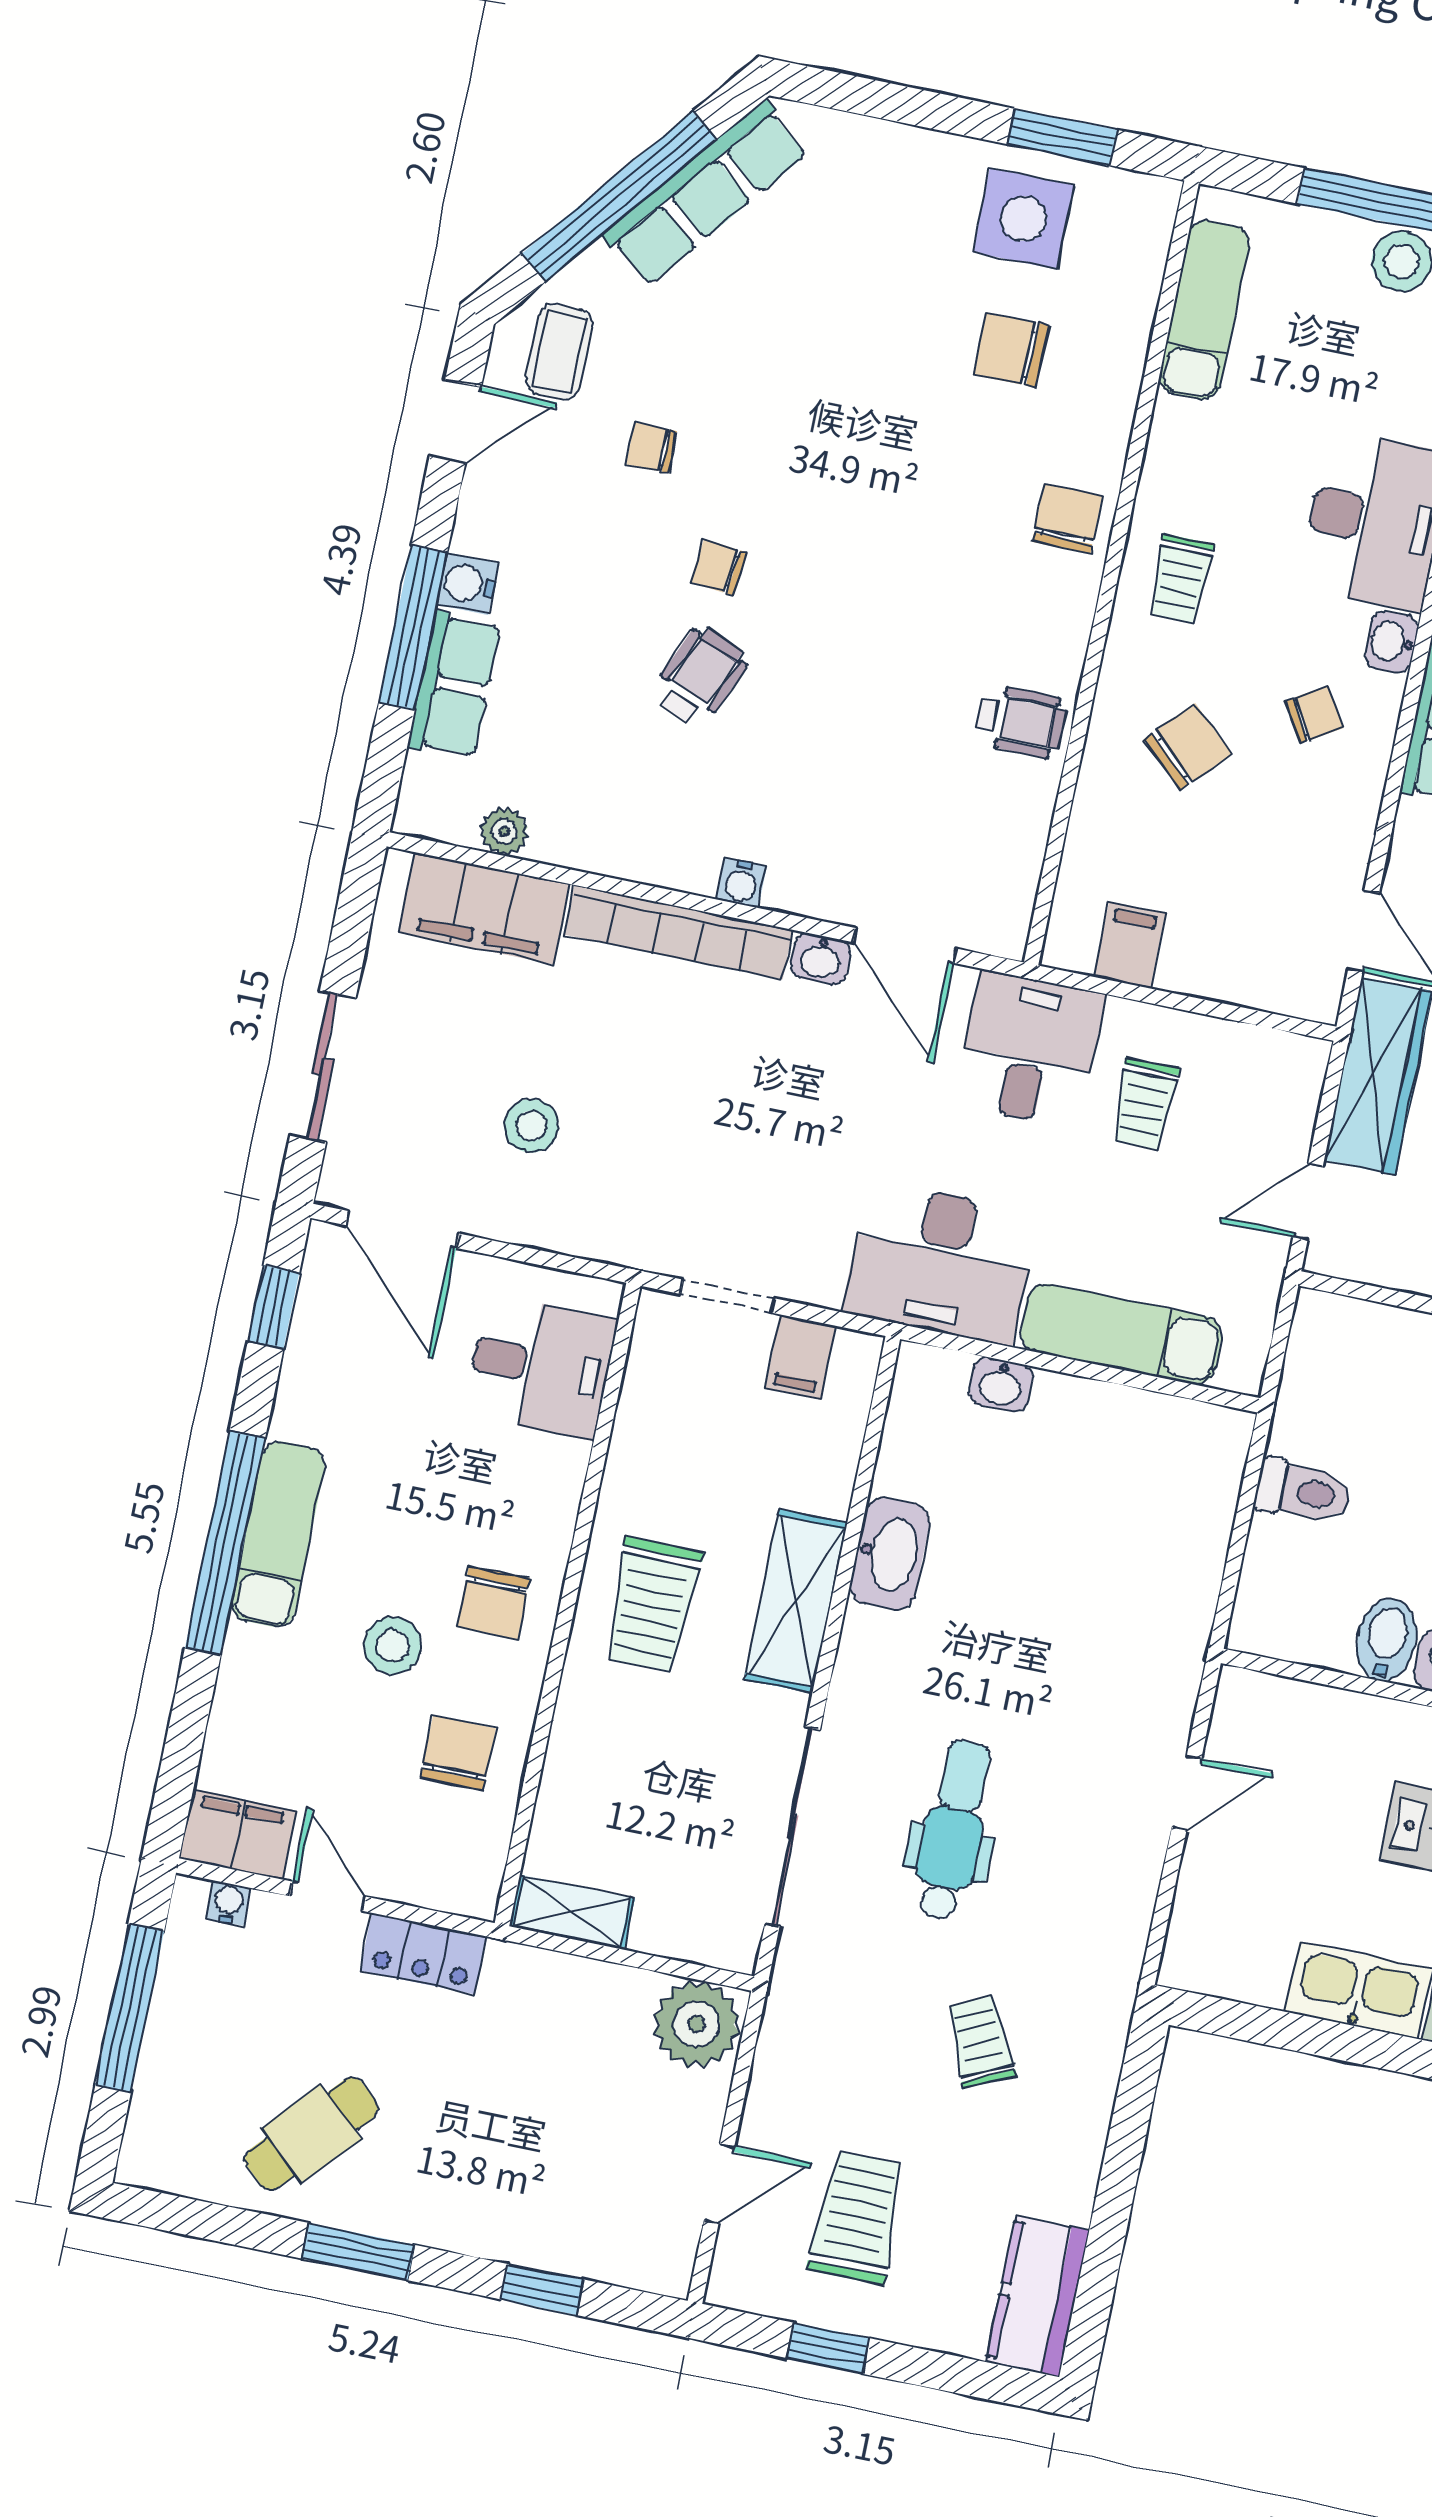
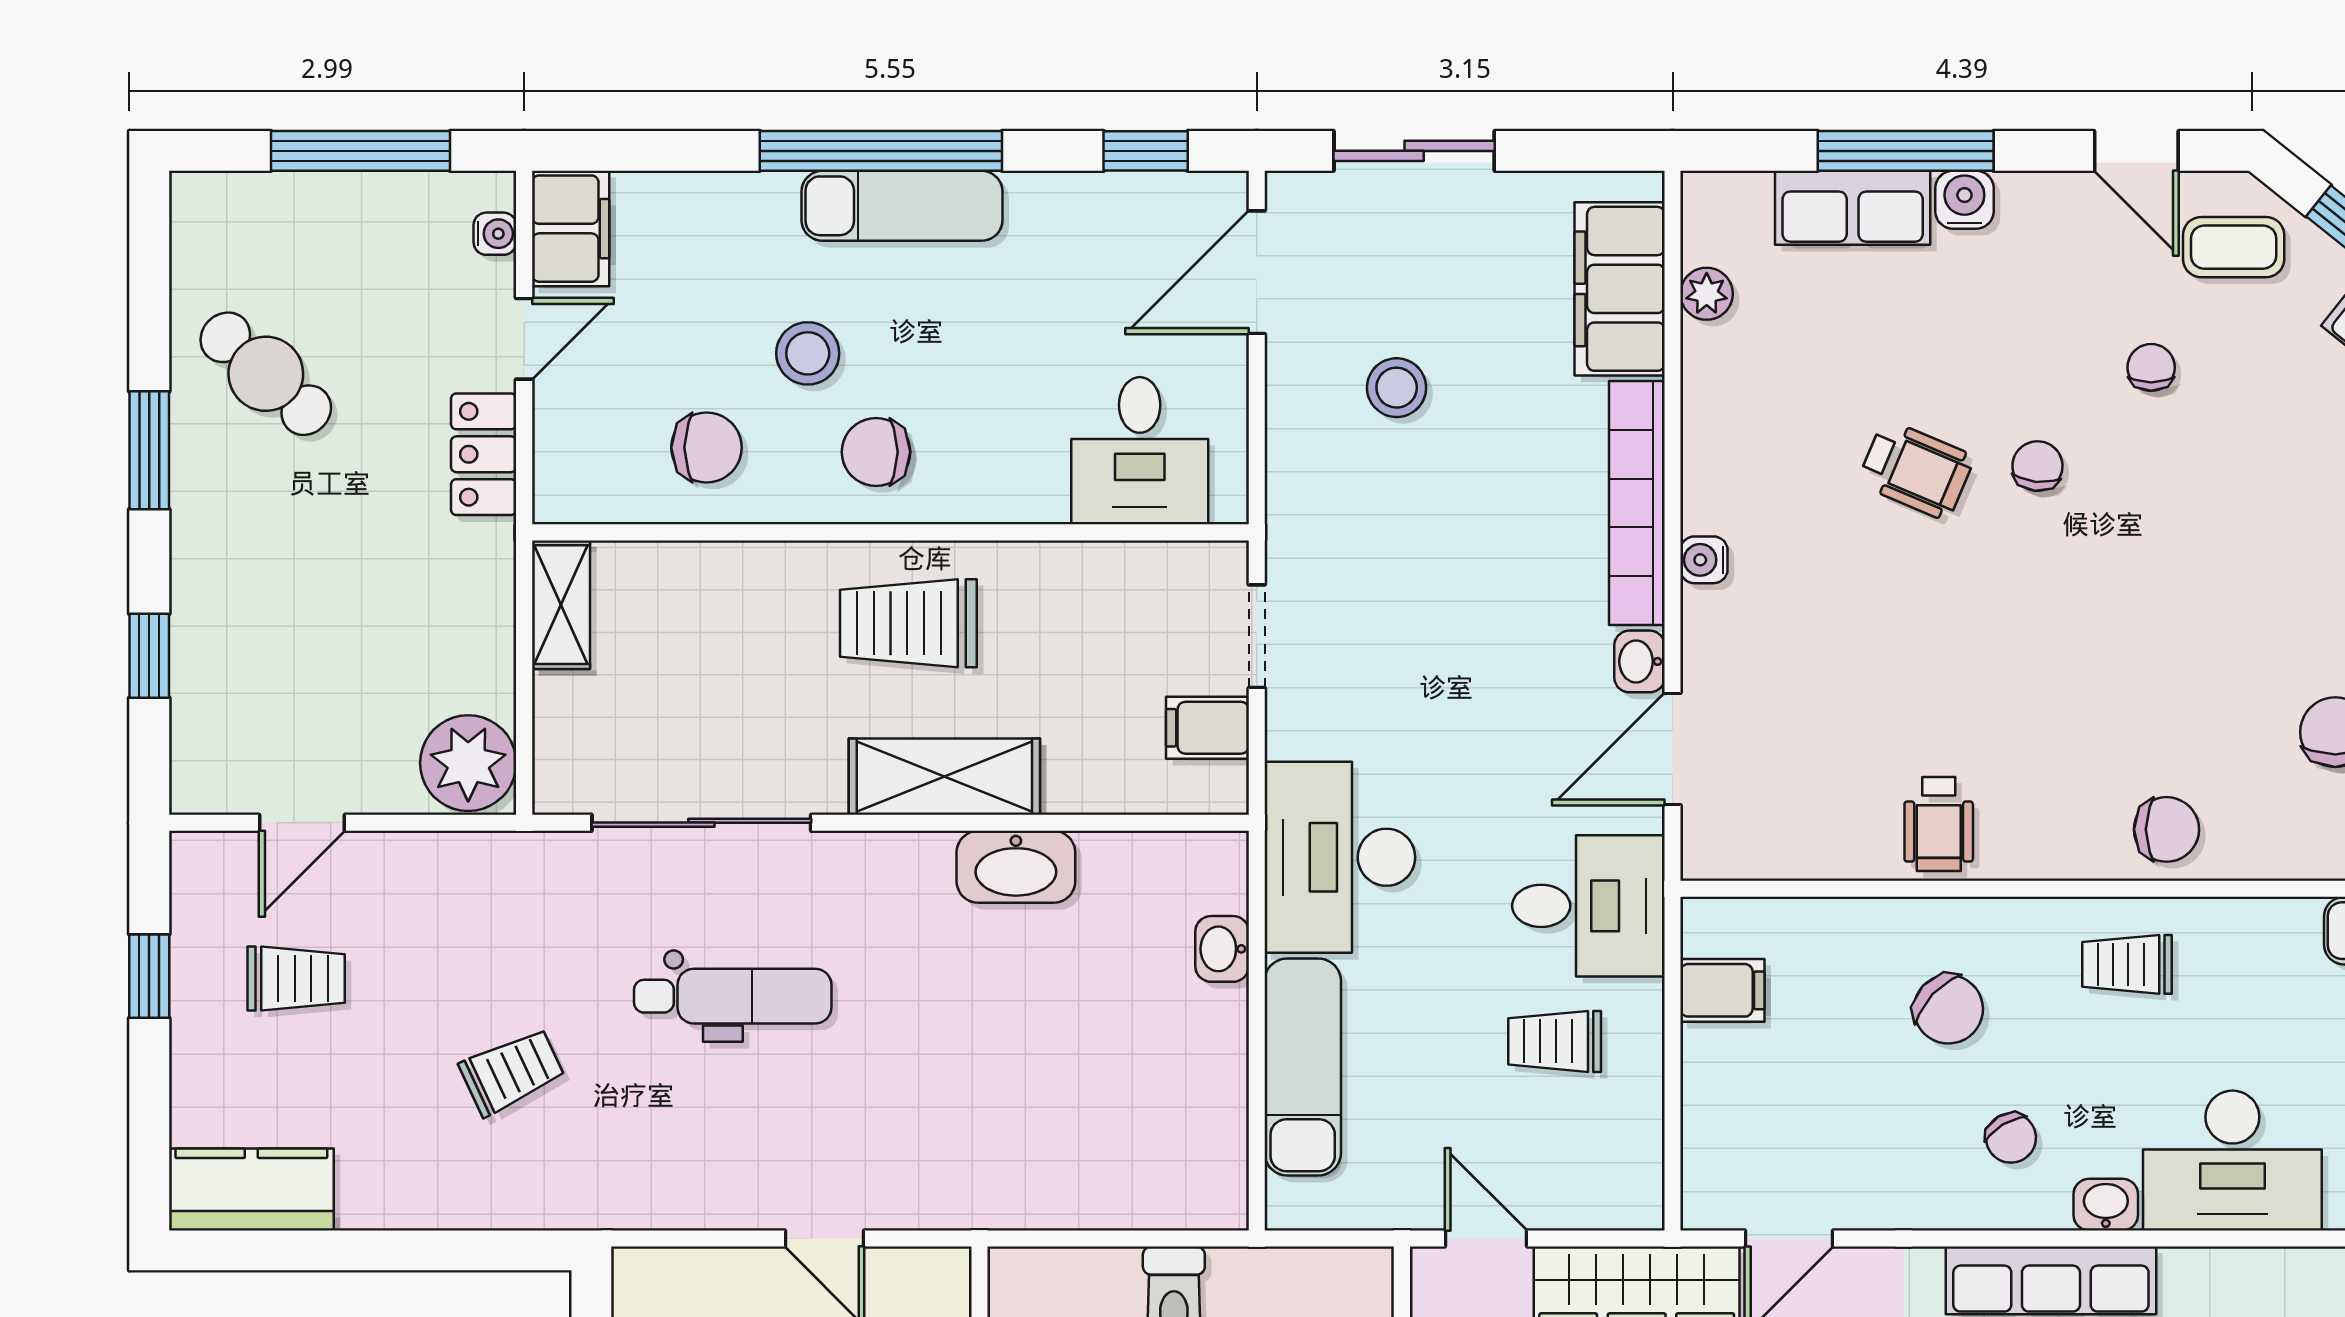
door: (719, 2183) -> (302, 823), hinge flipped
trolley: (857, 2217) -> (296, 979), width x0.73, depth x0.72

